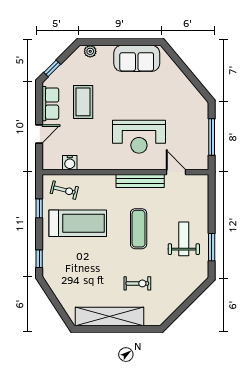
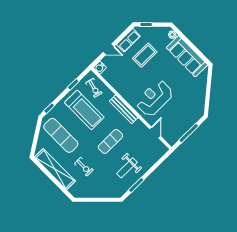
sofa: (137, 58) -> (187, 56), width x1.36
reception desk: (139, 137) -> (155, 98), turned 90
water cooler: (70, 163) -> (100, 68), moved
bench: (140, 181) -> (124, 109), moved
weight bench: (184, 239) -> (127, 168), turned 180
exercise mat: (80, 275) -> (61, 135), added

